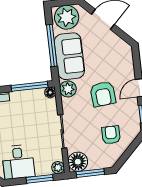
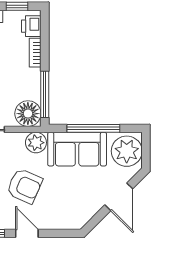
floor lamp: (50, 92) -> (28, 114), width x1.89, depth x1.89
armchair: (103, 94) -> (25, 186), turned -151

